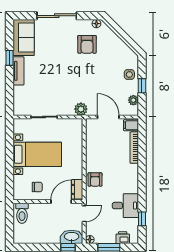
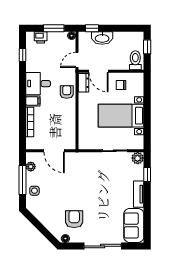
window: (9, 58) -> (147, 174), moved
window: (142, 86) -> (23, 180), width x2.17
plant: (81, 109) -> (138, 158), moved
filing cabinet: (131, 125) -> (33, 101), moved
door: (61, 202) -> (99, 71), hinge flipped
desk: (125, 206) -> (38, 84), moved
window: (9, 228) -> (147, 47), added
washbasin: (72, 237) -> (102, 38), moved

